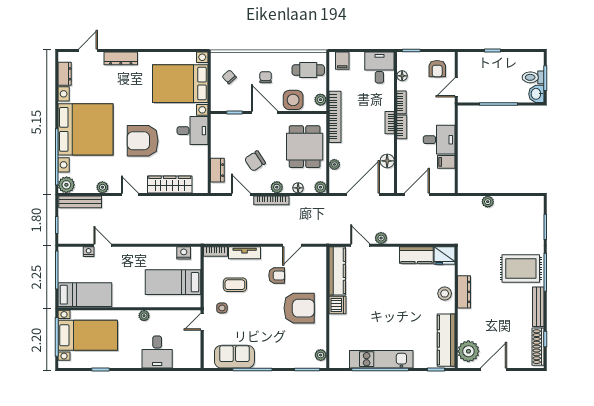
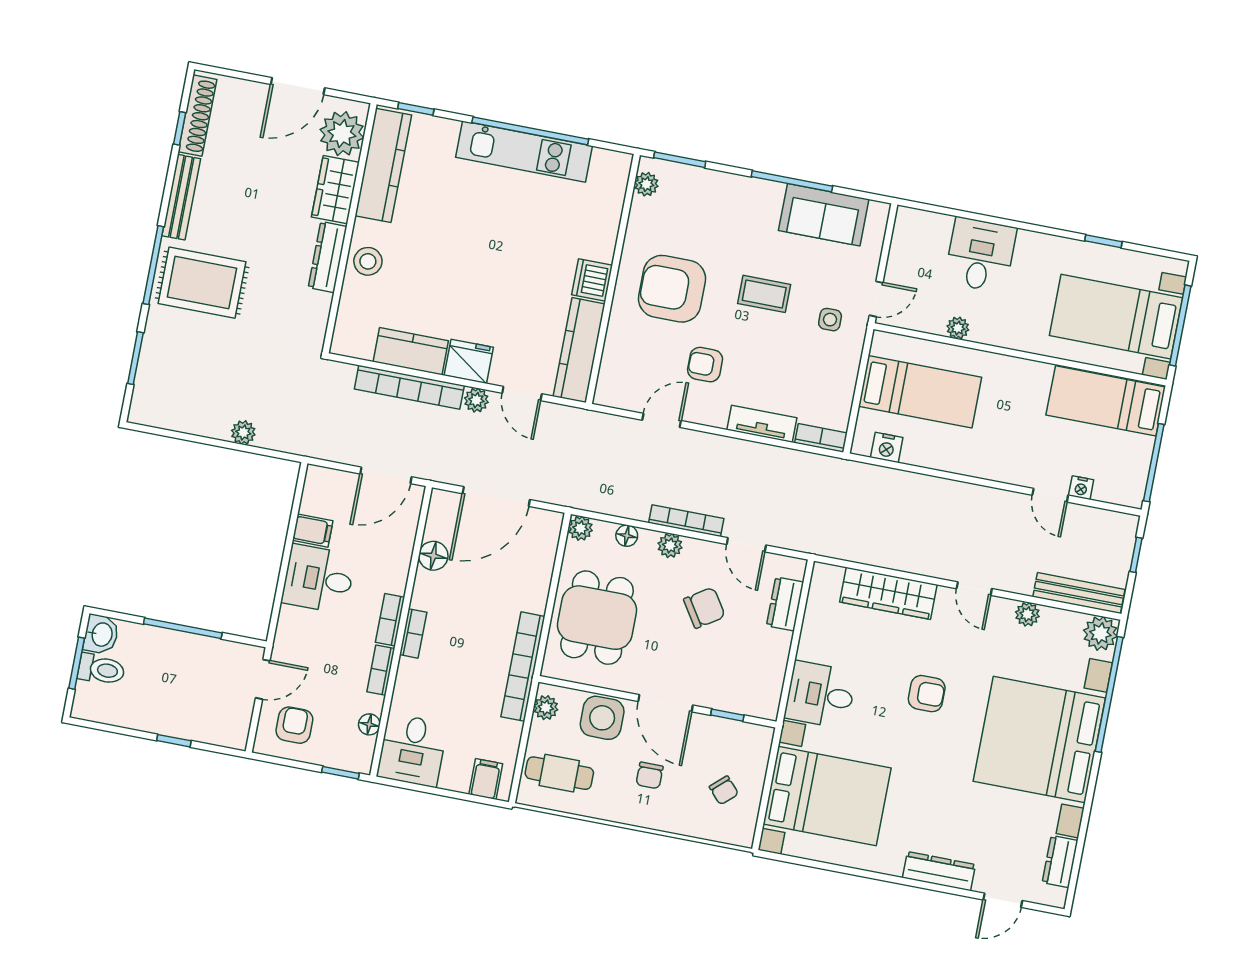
armchair: (143, 141) -> (927, 694), width x0.53, depth x0.53
plant: (334, 164) -> (543, 569), removed
bookcase: (414, 238) -> (409, 387), added
fridge: (445, 256) -> (469, 361), moved
coffee table: (235, 285) -> (764, 294), moved
plant: (144, 316) -> (958, 328), moved
wardrobe: (466, 324) -> (335, 190), added

